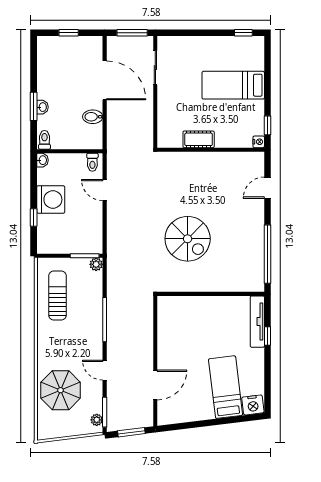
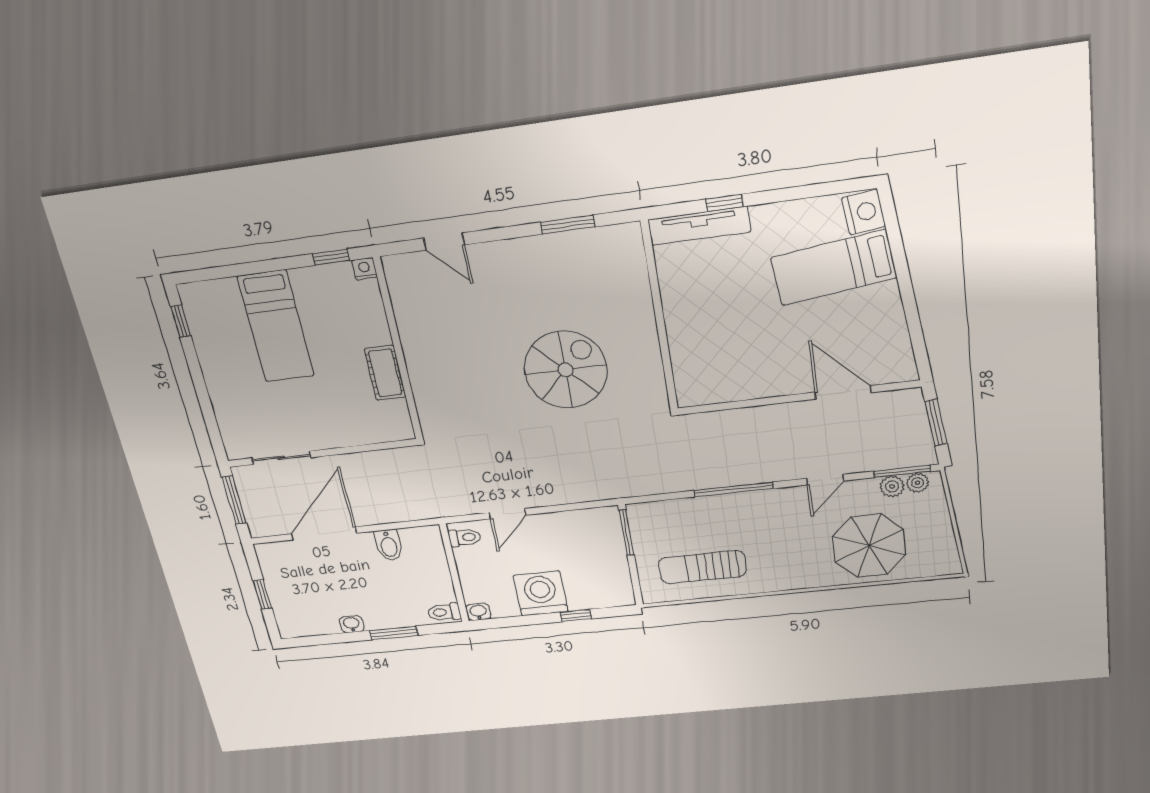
washbasin: (42, 107) -> (352, 624), moved
window: (267, 254) -> (568, 225), width x0.47
plant: (96, 264) -> (892, 486), moved

